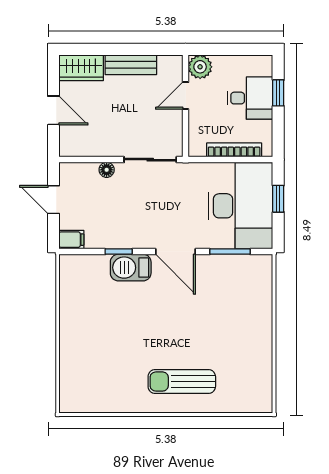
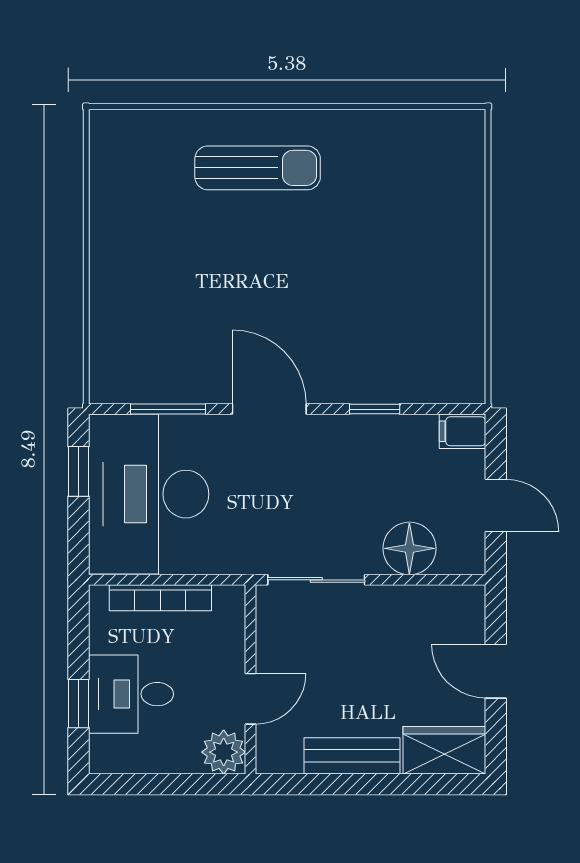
floor lamp: (107, 170) -> (409, 548), width x1.89, depth x1.89
window: (278, 199) -> (79, 471), moved
barbecue: (131, 268) -> (352, 379), removed

